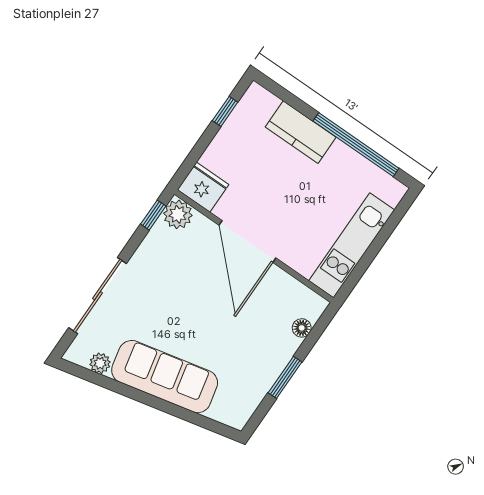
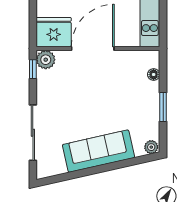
fridge: (203, 187) -> (54, 32), width x1.36, depth x1.34
door: (247, 242) -> (93, 49), swing flipped
plant: (100, 363) -> (151, 147), moved

